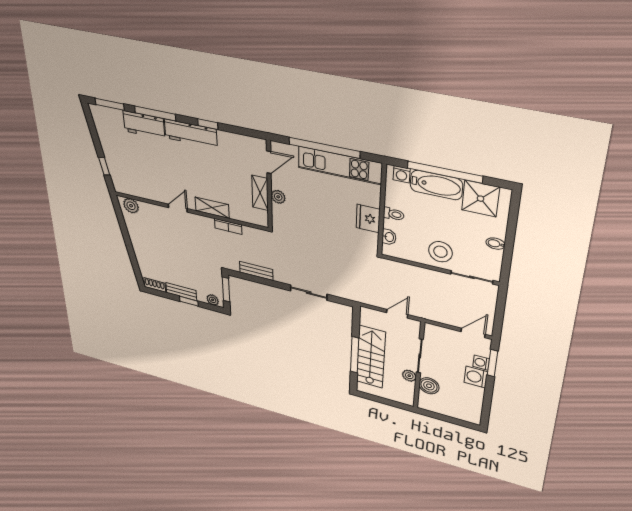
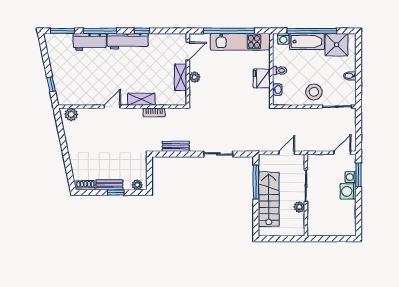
window: (226, 289) -> (149, 171), removed
window: (355, 355) -> (256, 182), moved
boiler: (429, 386) -> (315, 211), removed

